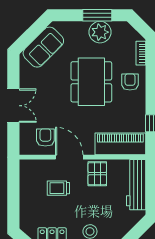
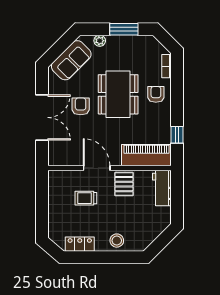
plant: (100, 32) -> (100, 41), moved, width x0.53, depth x0.53
double door: (13, 106) -> (42, 117), width x1.37
armchair: (45, 138) -> (81, 106), moved
workbench: (136, 185) -> (162, 188), width x0.73

